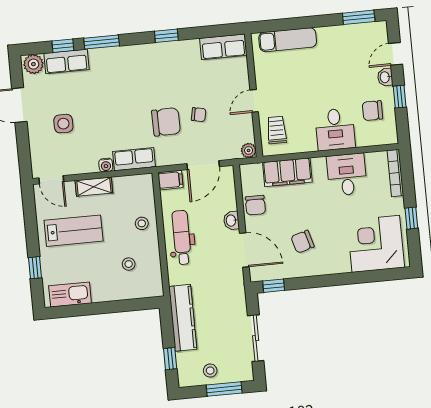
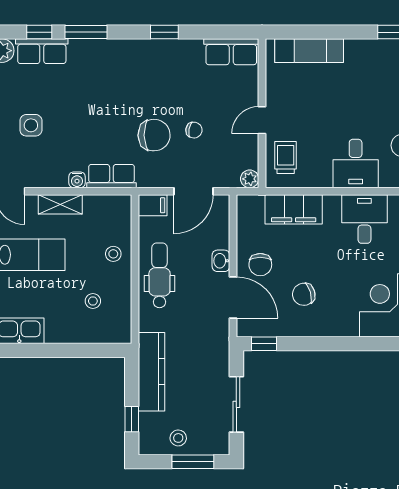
chair: (255, 205) -> (260, 265), moved

